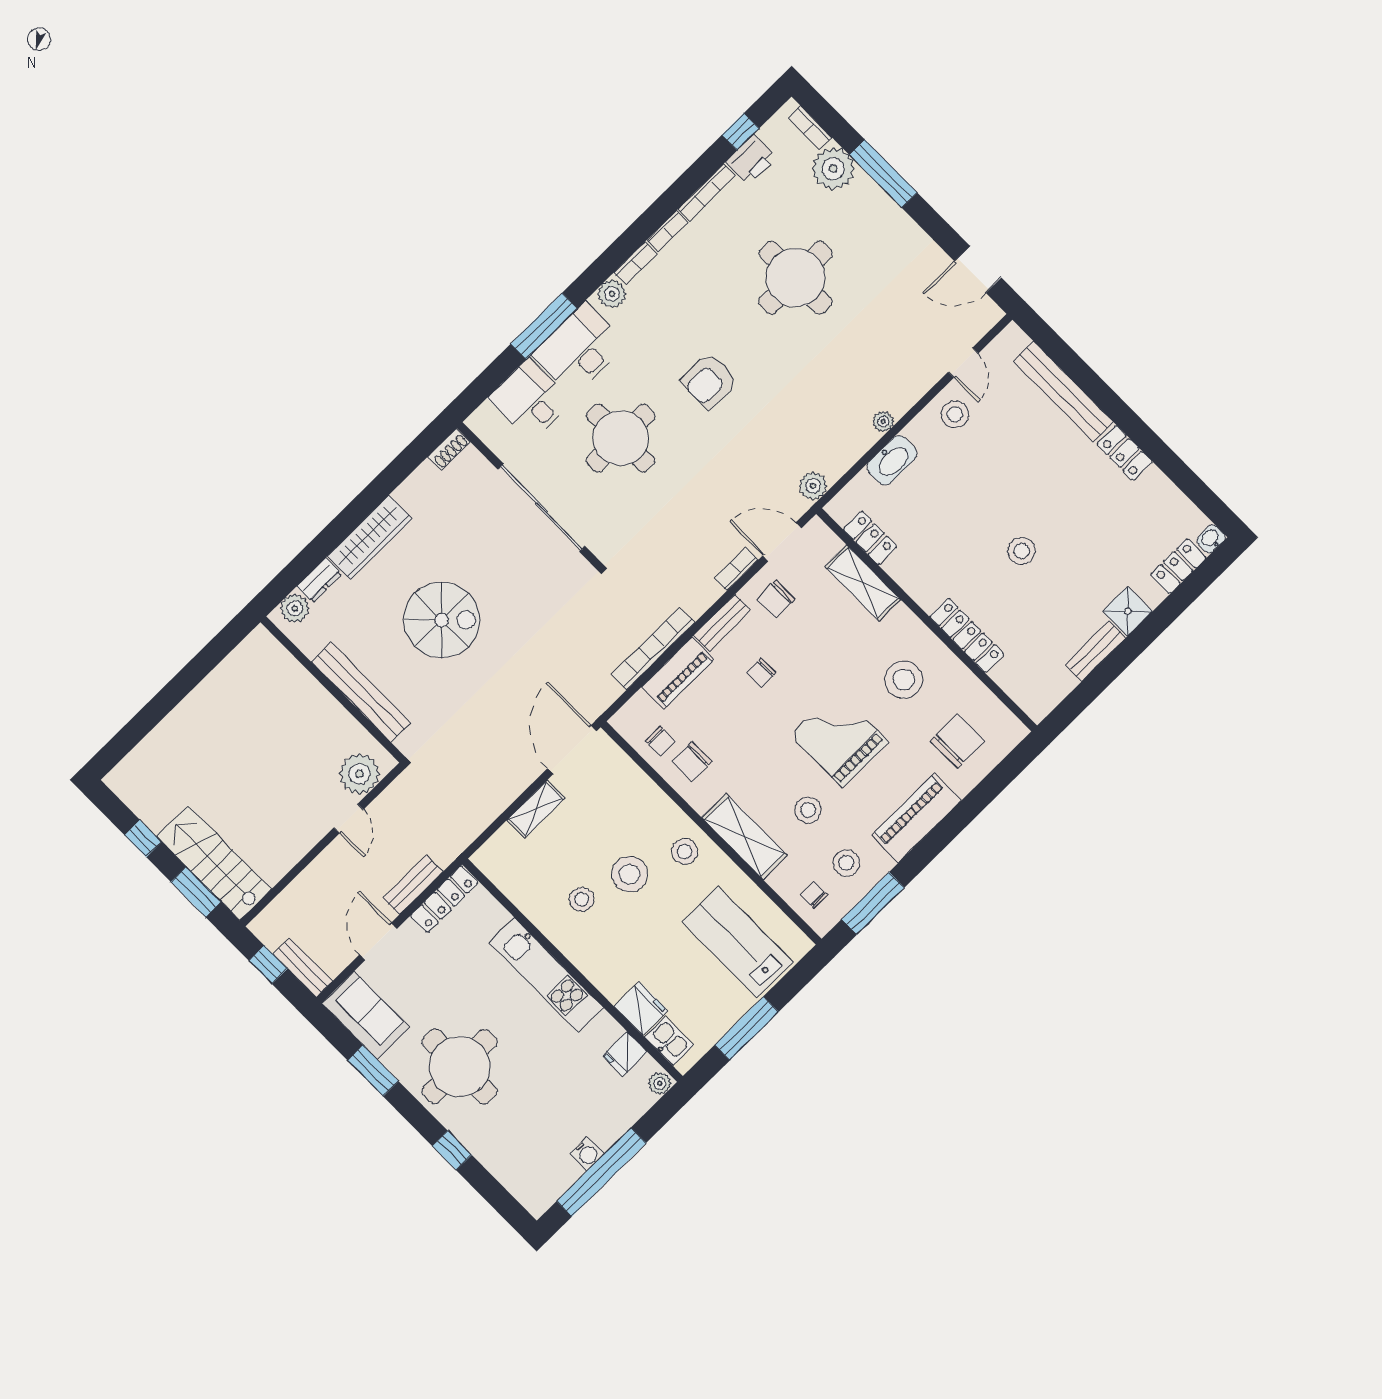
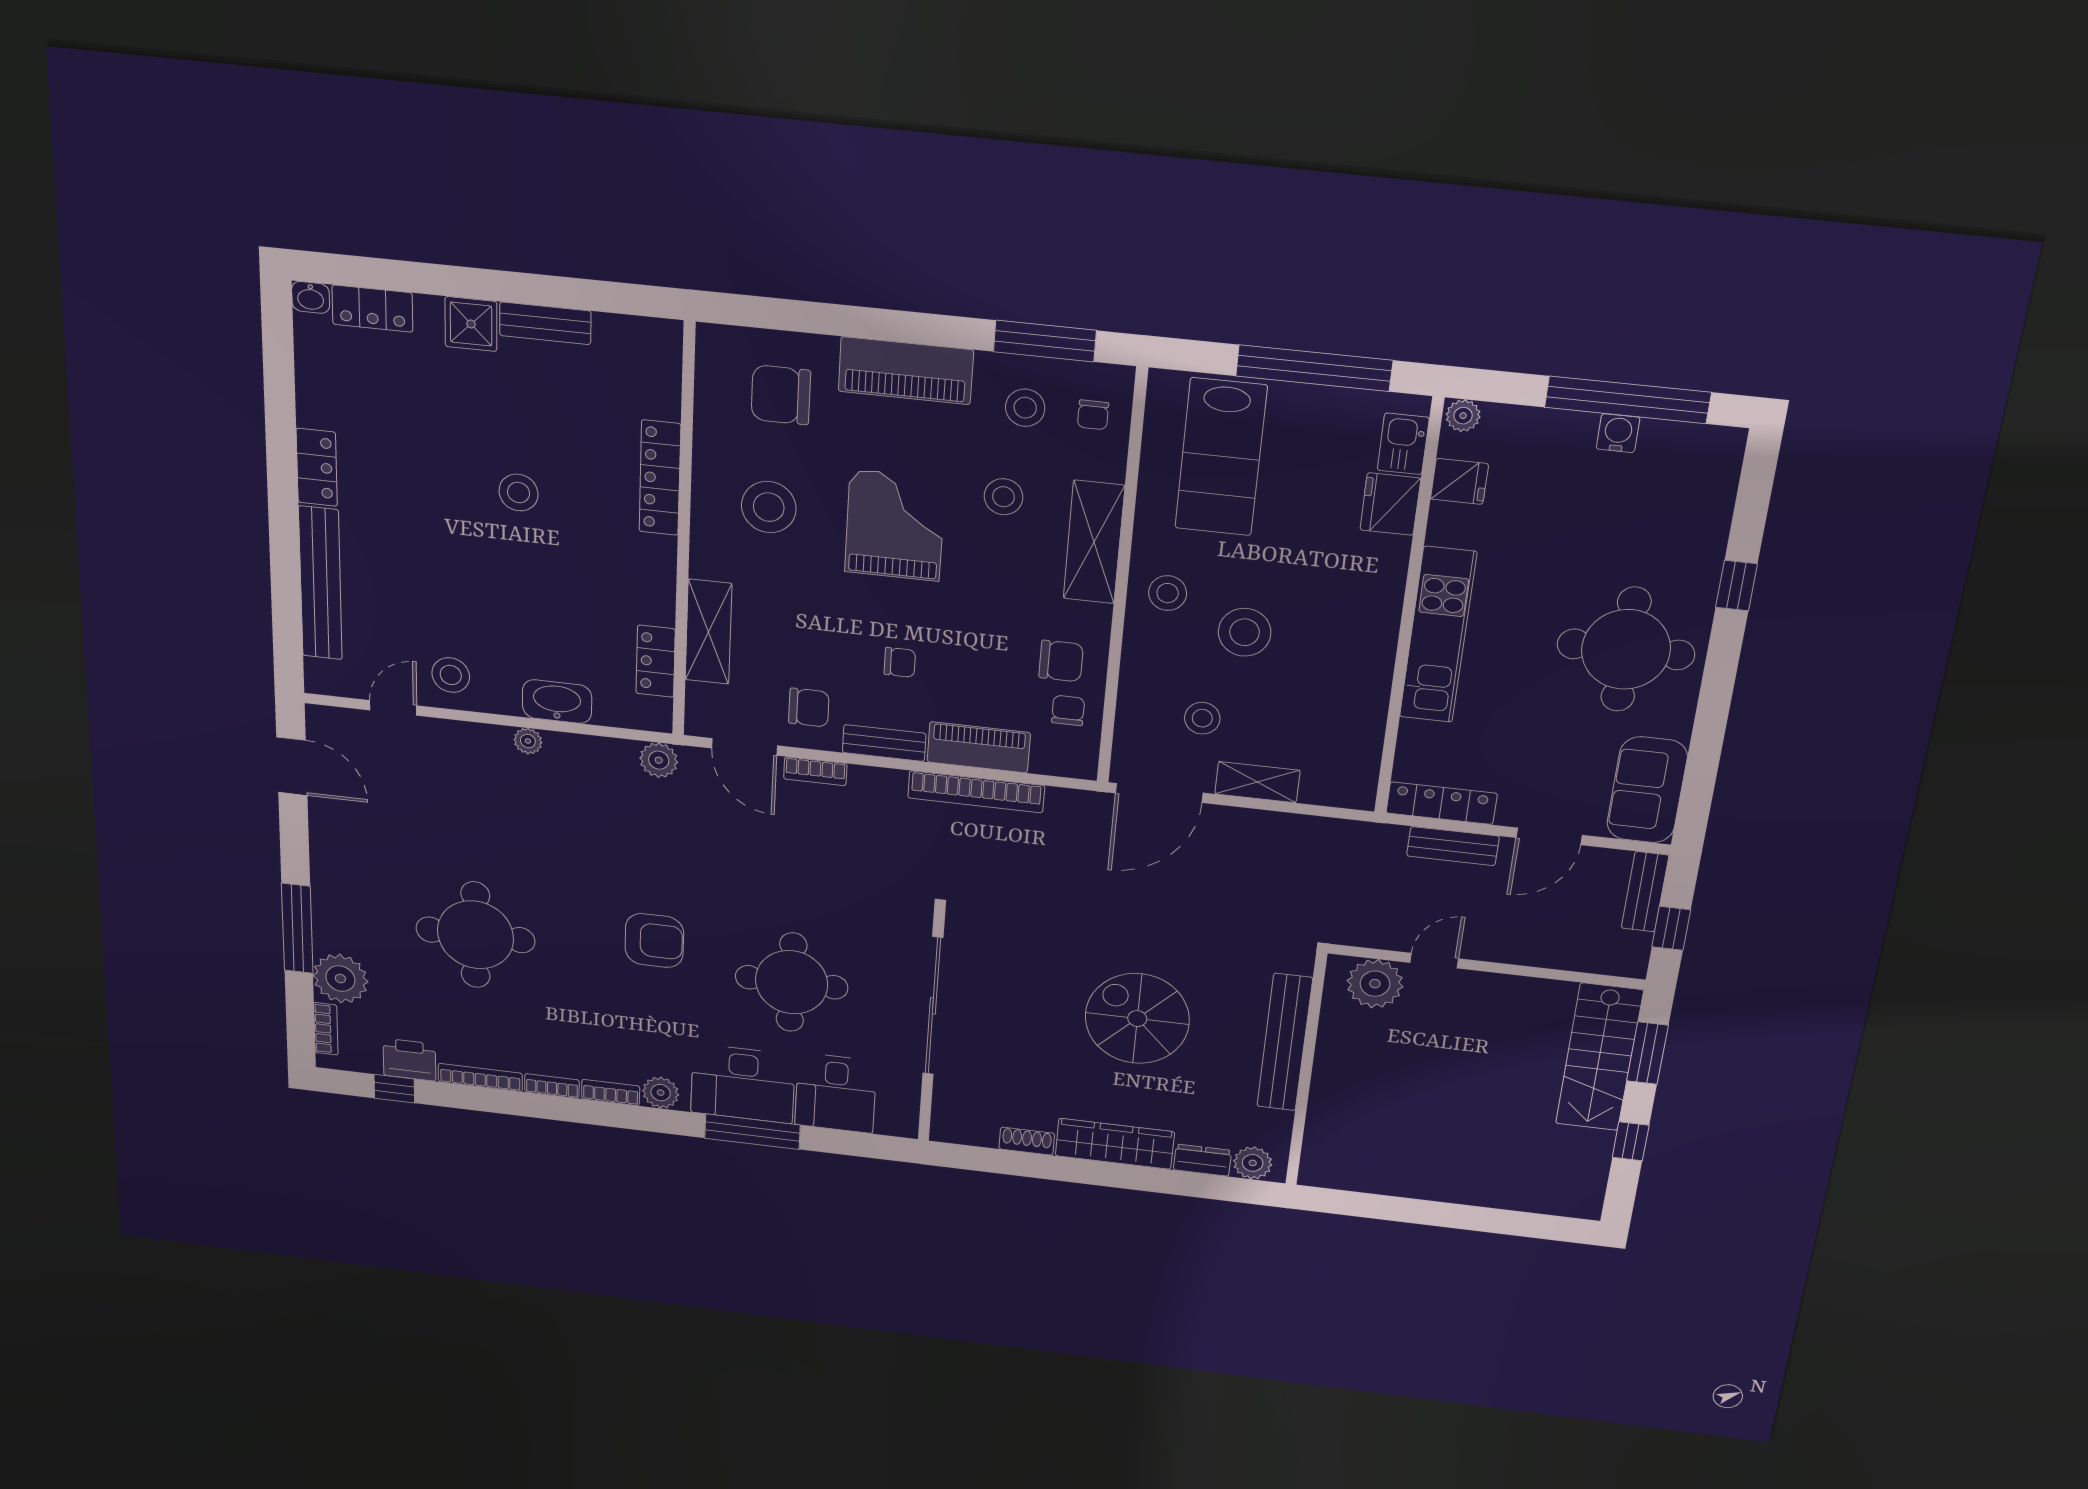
shoe rack: (449, 449) -> (1027, 1141), moved
grand piano: (839, 738) -> (895, 525), turned 180
stool: (582, 899) -> (1202, 718), moved
window: (747, 1028) -> (1314, 368), width x1.46
window: (373, 1071) -> (1708, 737), removed

